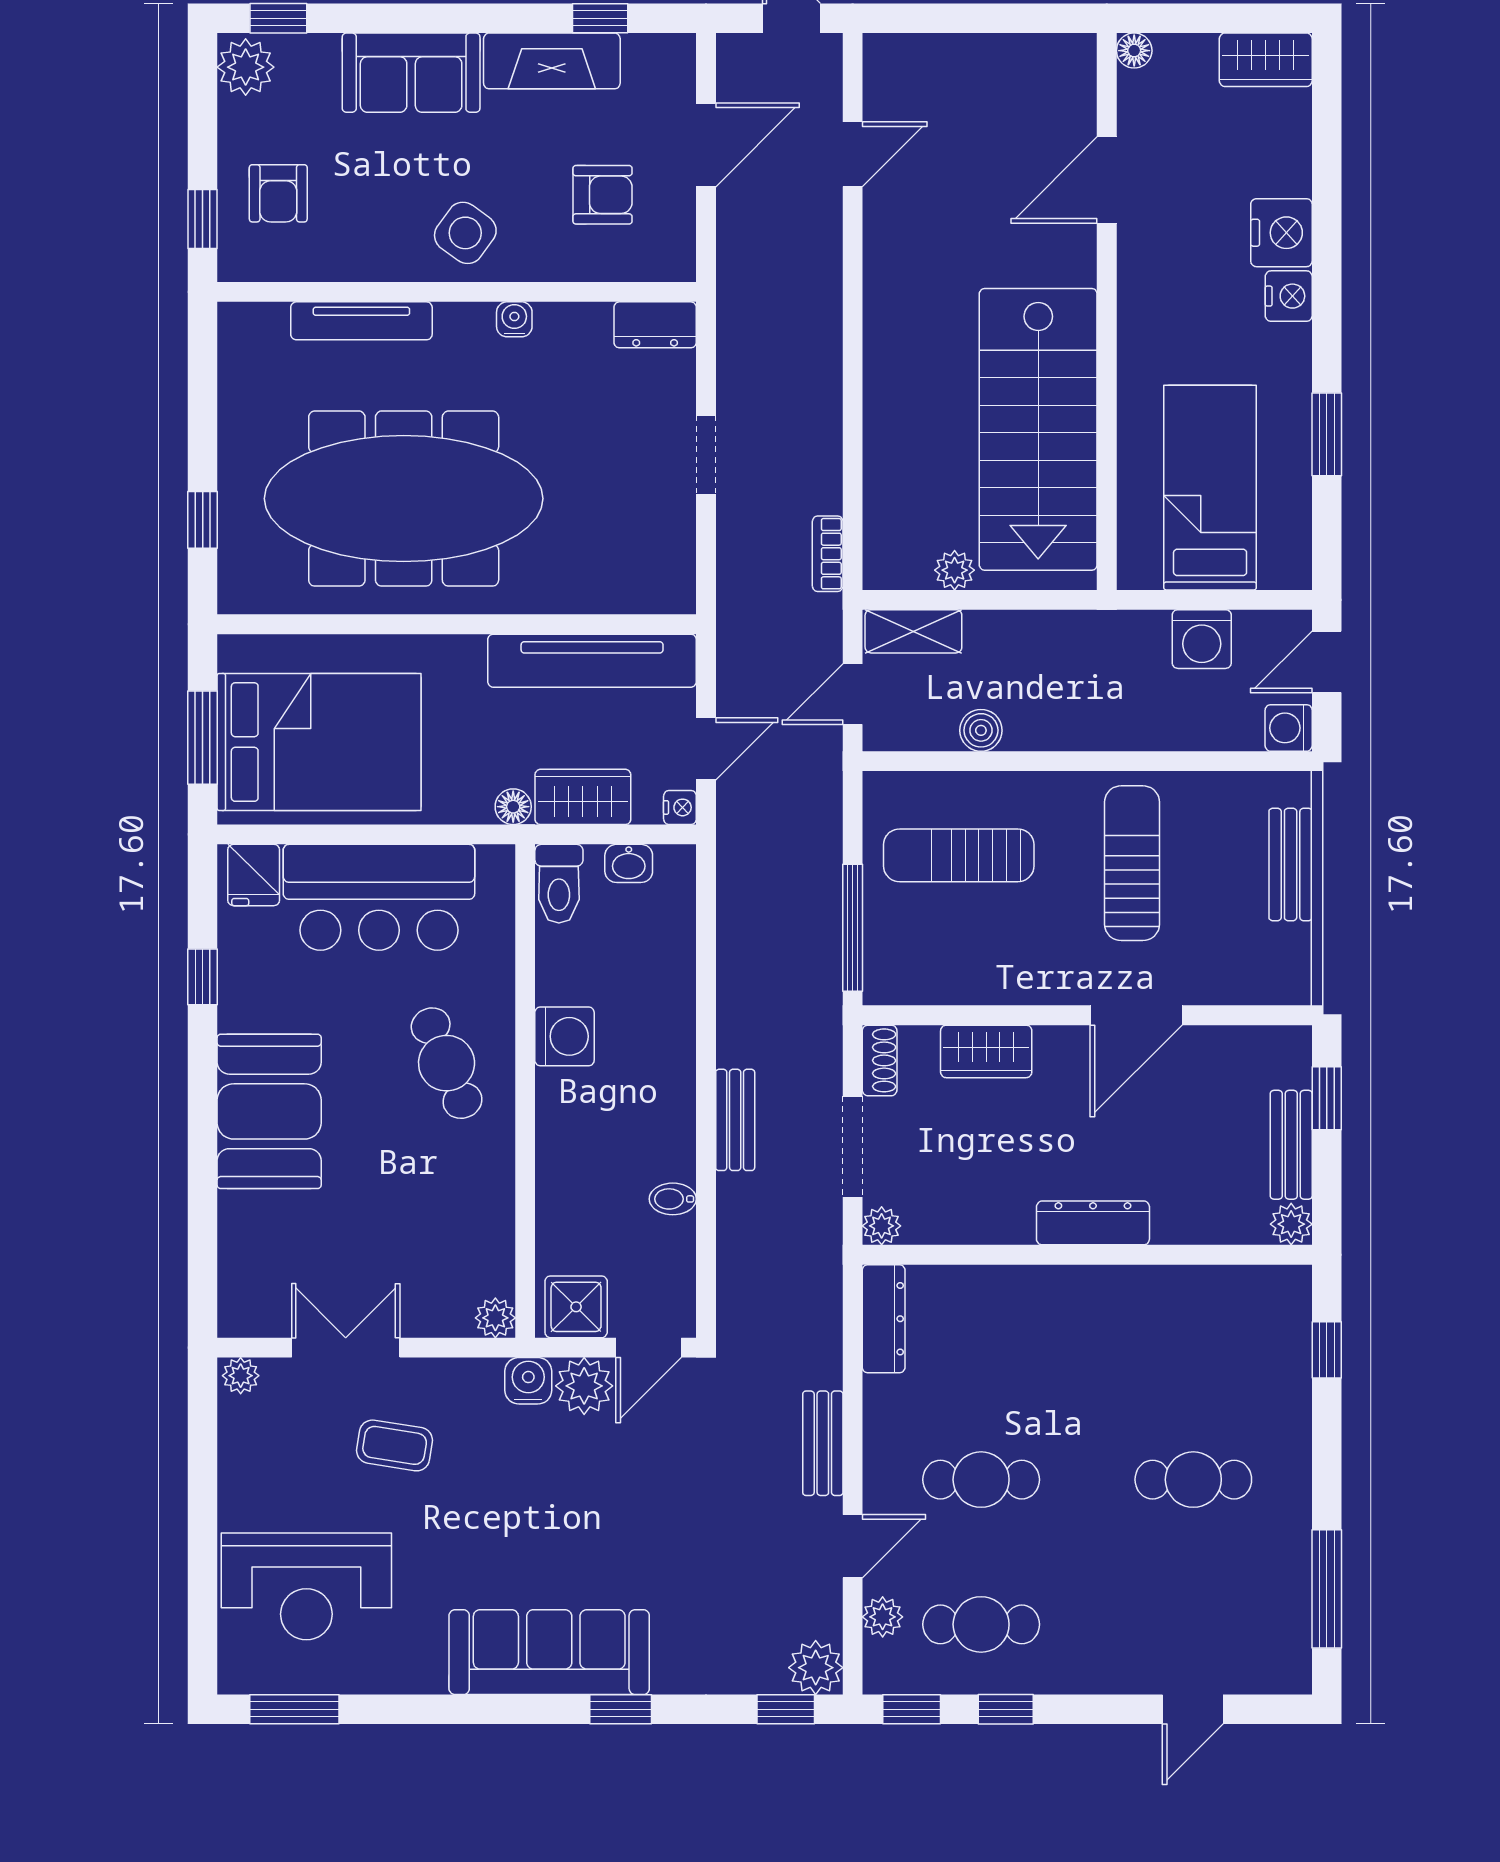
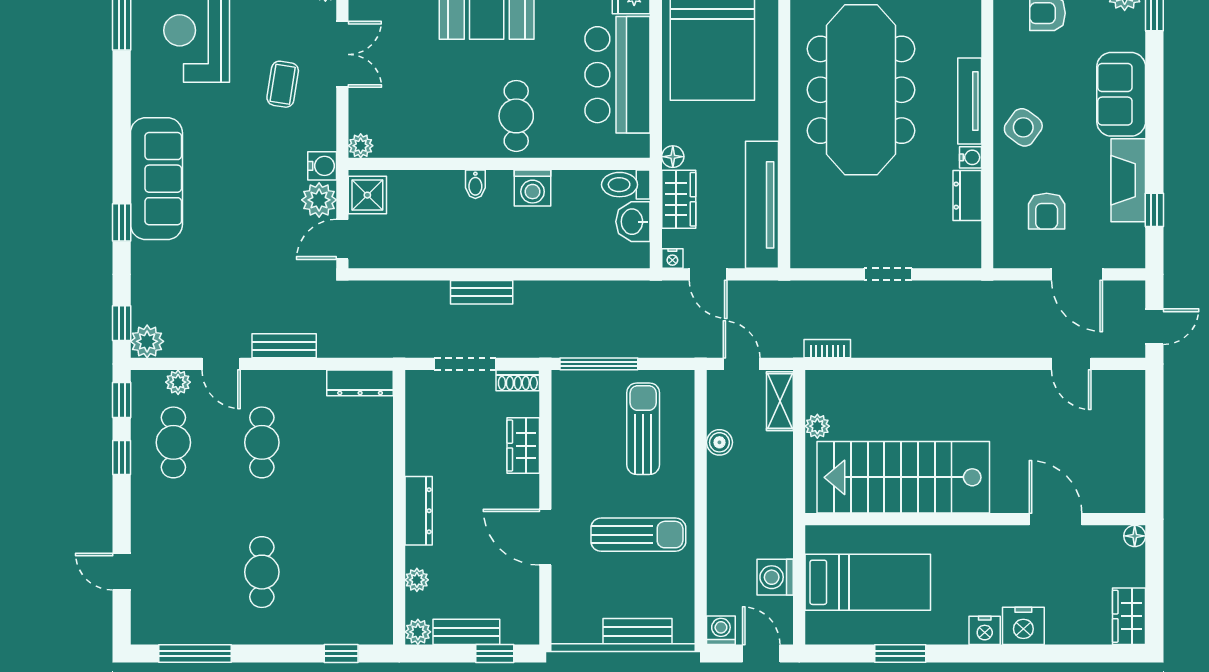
tv unit: (361, 321) -> (970, 101), moved
dresser: (655, 325) -> (967, 196), moved
washbasin: (629, 863) -> (633, 222), width x1.38, depth x1.45
cafe table: (447, 1063) -> (516, 116), turned -67
bidet: (673, 1199) -> (475, 184), moved, turned 180
plant: (882, 1226) -> (417, 580), moved
door: (649, 1348) -> (342, 239), hinge flipped

